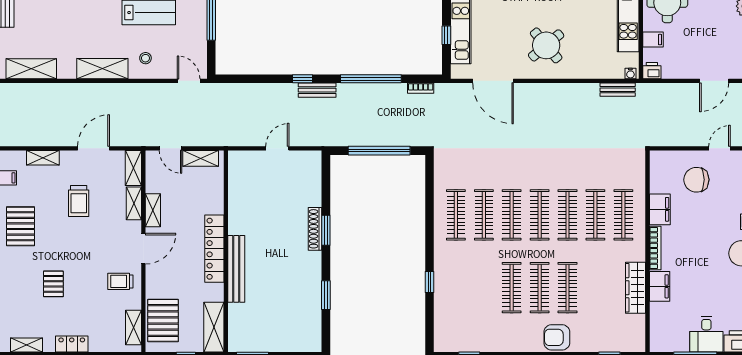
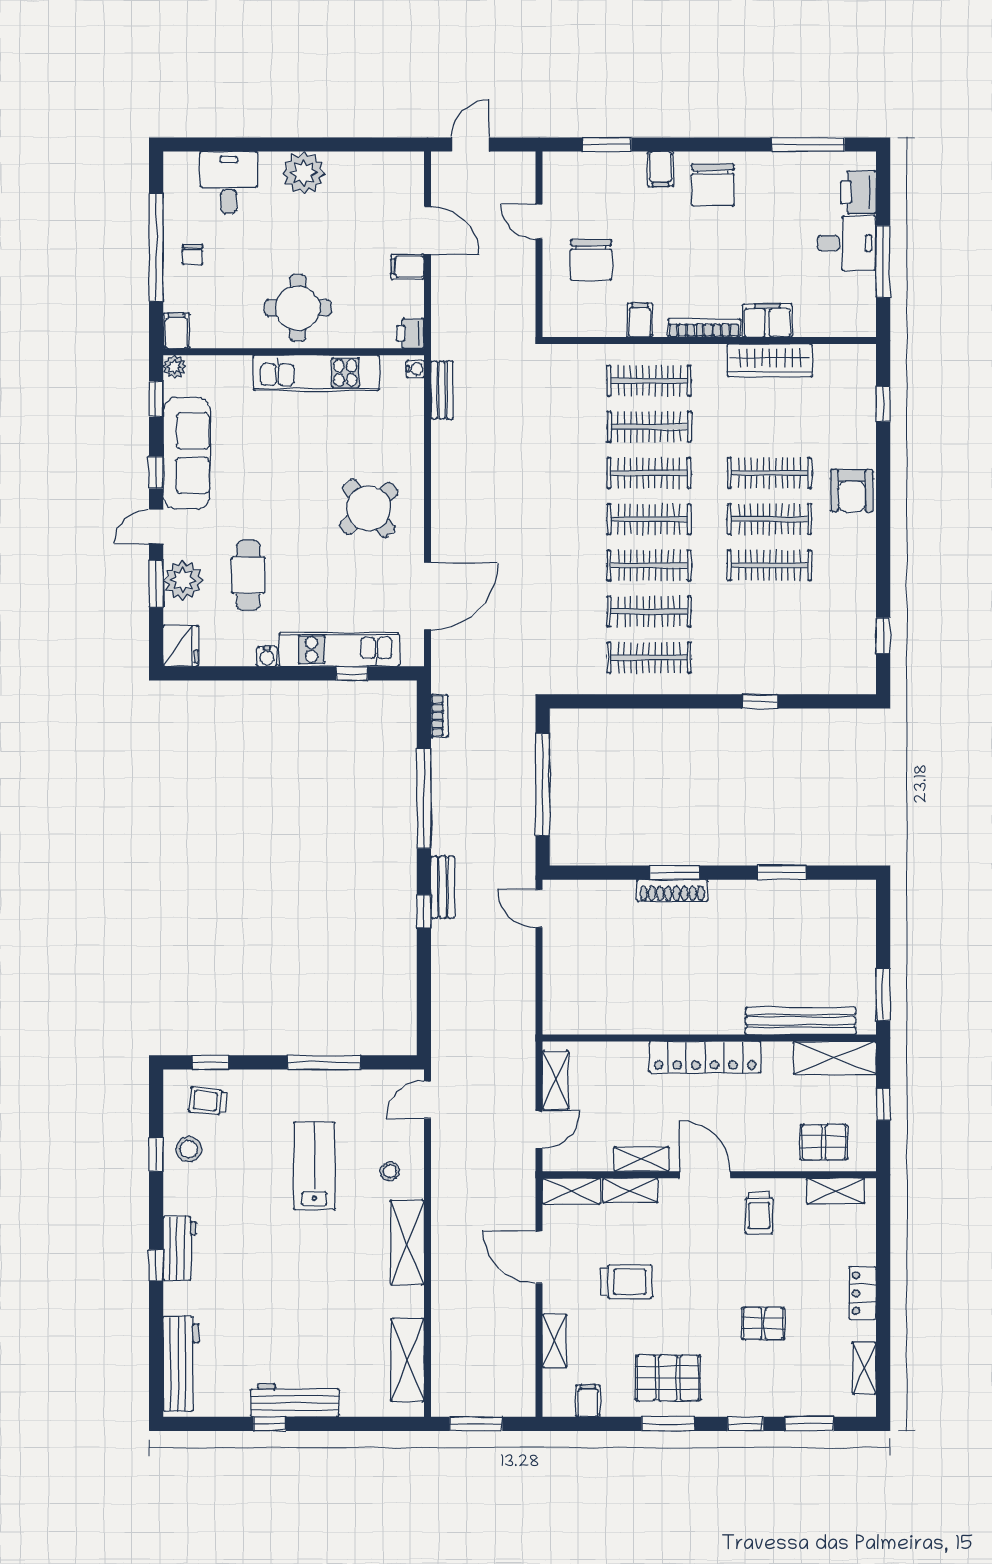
filing cabinet: (653, 40) -> (407, 267), moved, turned -90
door: (277, 148) -> (539, 908), moved
filing cabinet: (660, 209) -> (640, 320), width x0.50
bench: (236, 269) -> (801, 1021), moved
pallet: (163, 320) -> (824, 1142), width x0.67, depth x0.71

